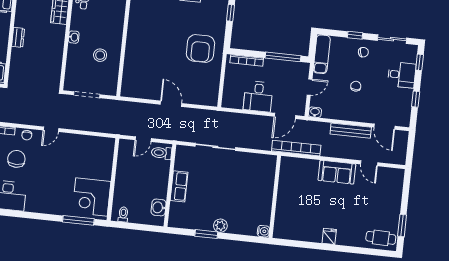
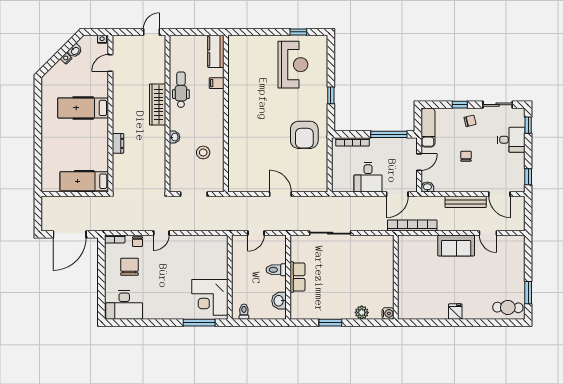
window: (416, 99) -> (528, 177), moved
toilet: (162, 153) -> (276, 270), moved
plant: (220, 226) -> (362, 312), moved

